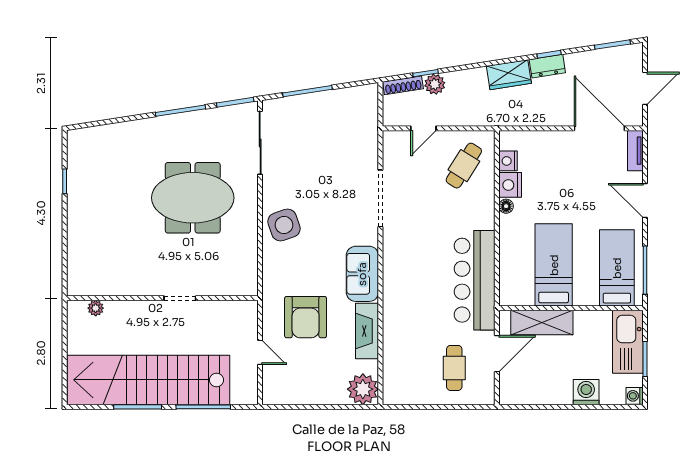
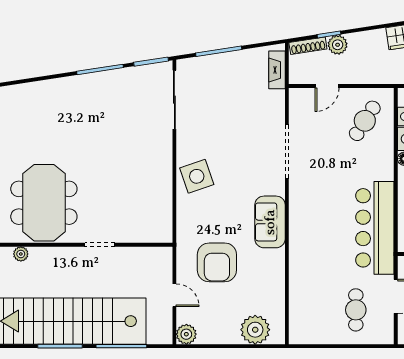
meeting table: (193, 198) -> (44, 203), moved, turned 90
fireplace: (367, 331) -> (277, 70), moved, width x0.73, depth x0.76
plant: (363, 389) -> (255, 330), moved
plant: (273, 394) -> (186, 334), added

